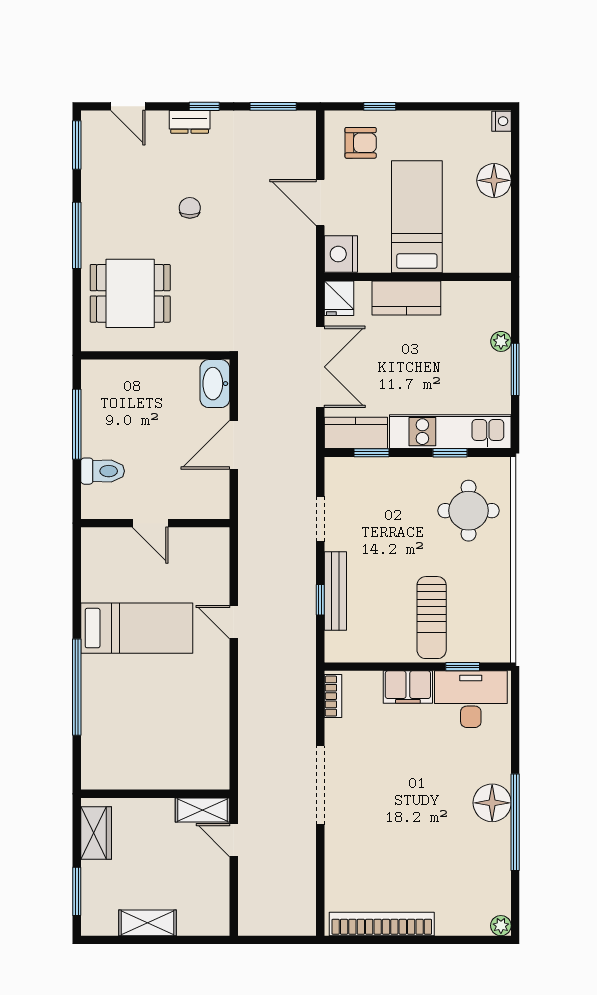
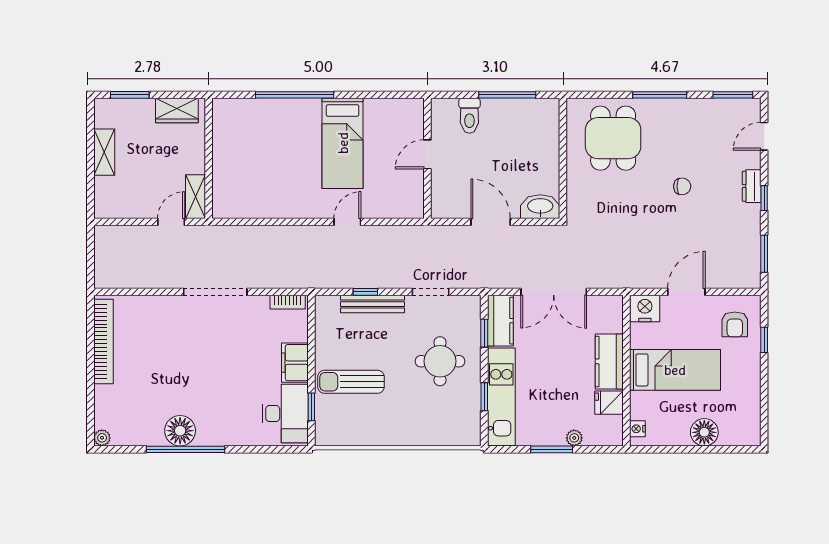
nightstand: (502, 121) -> (637, 429), moved, turned 90
fridge: (339, 298) -> (609, 403), moved
round table: (469, 511) -> (440, 361), moved
floor lamp: (492, 803) -> (180, 431), moved

